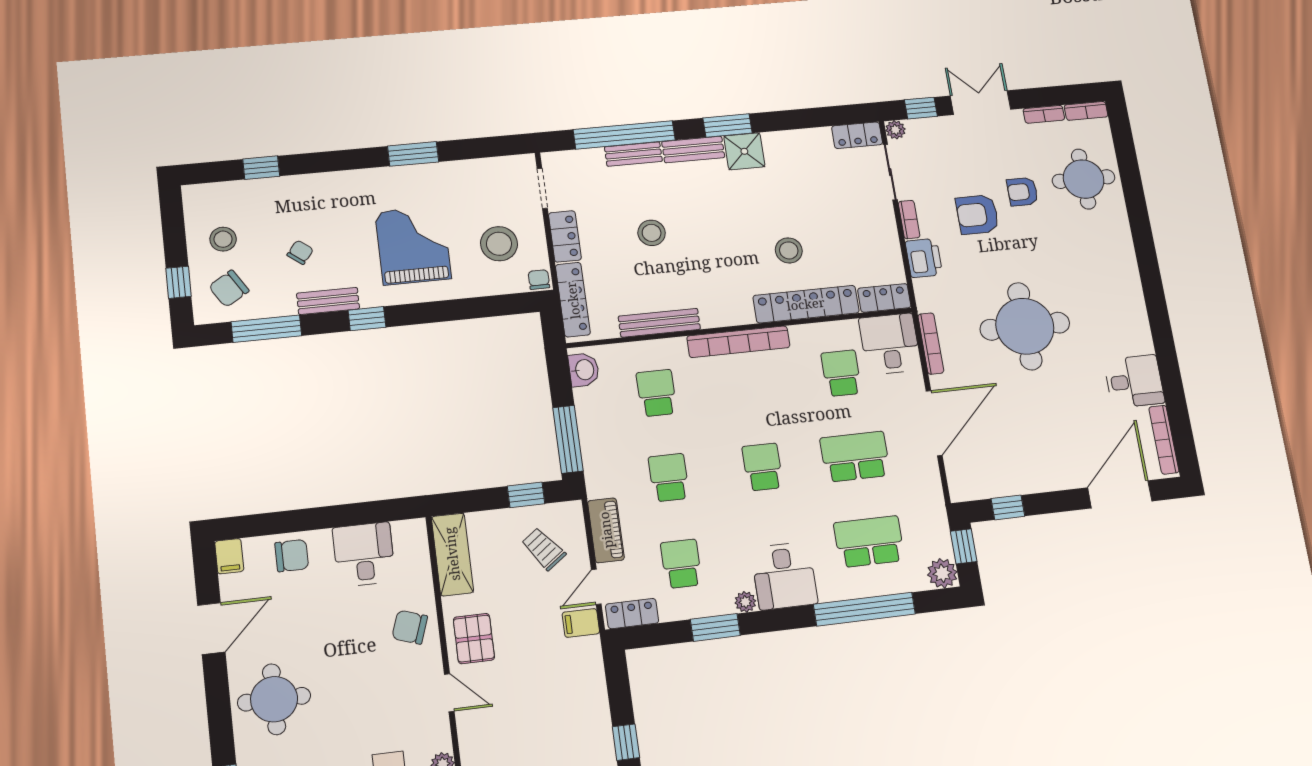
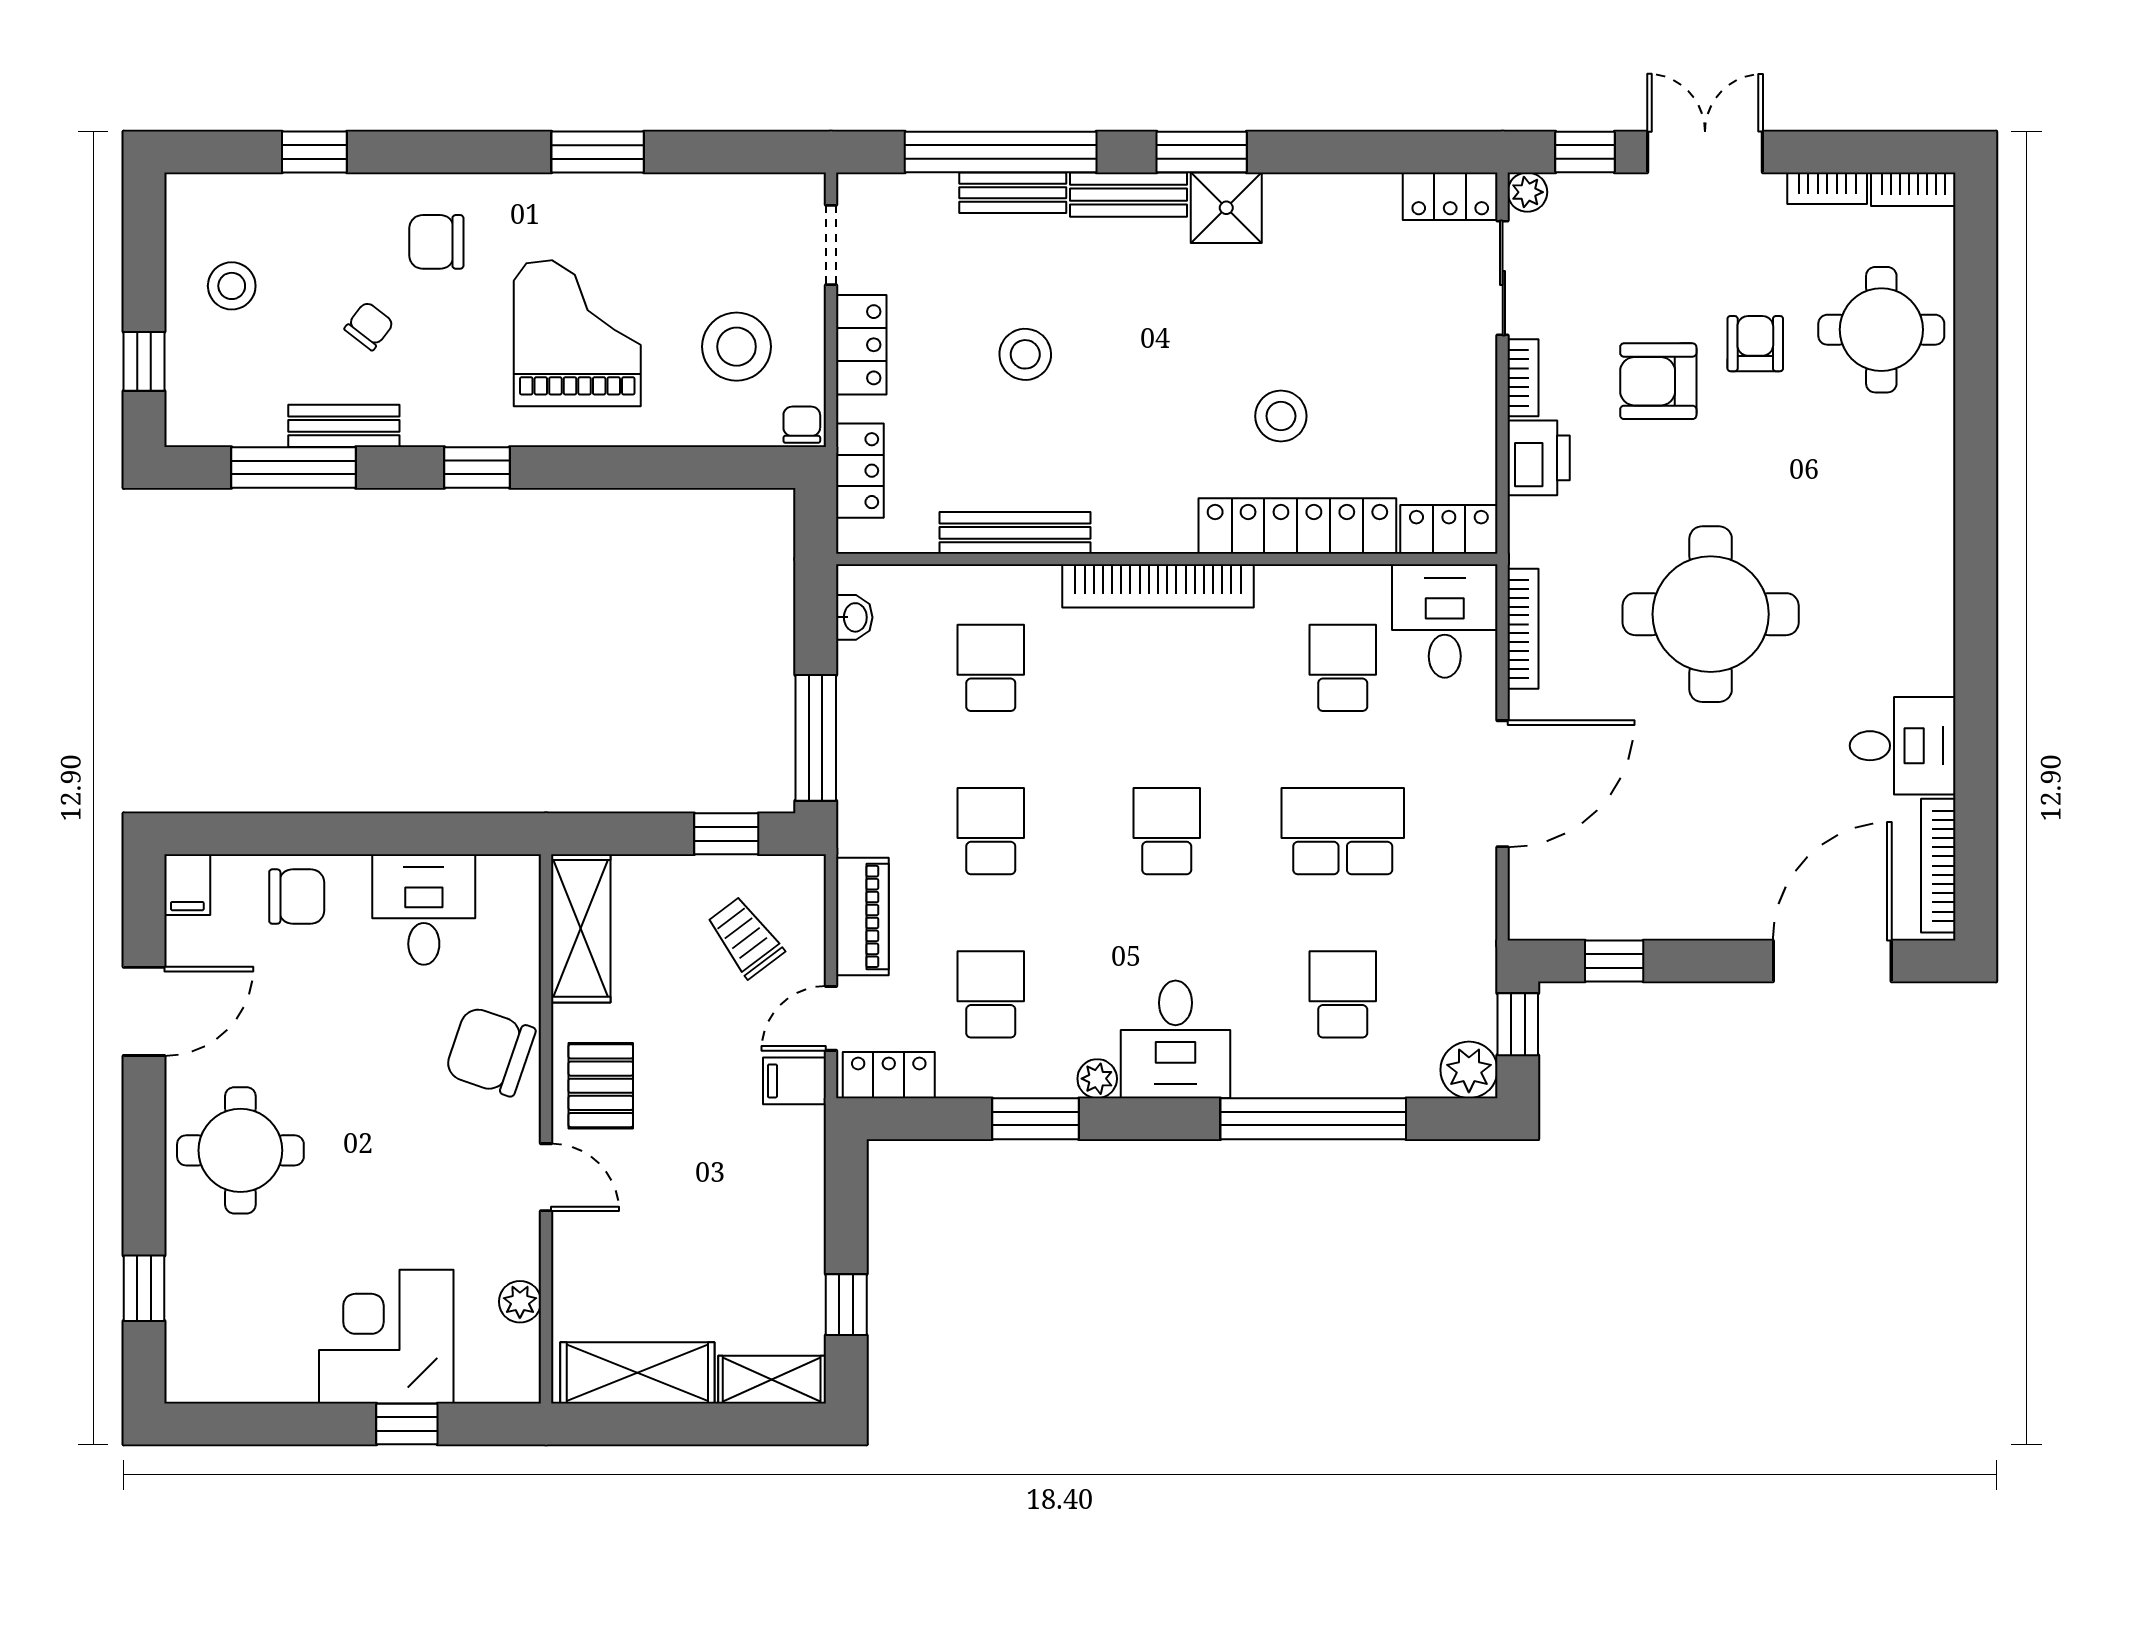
armchair: (1022, 192) -> (1755, 344), turned 90
chair: (229, 289) -> (436, 242), moved, turned 32
locker: (573, 300) -> (860, 471), width x0.66
bench: (328, 301) -> (344, 426), moved
washbasin: (584, 370) -> (854, 617), width x0.72, depth x0.69
school desk: (869, 542) -> (1343, 994), width x0.54
chair: (410, 627) -> (490, 1051), width x1.37, depth x1.37

